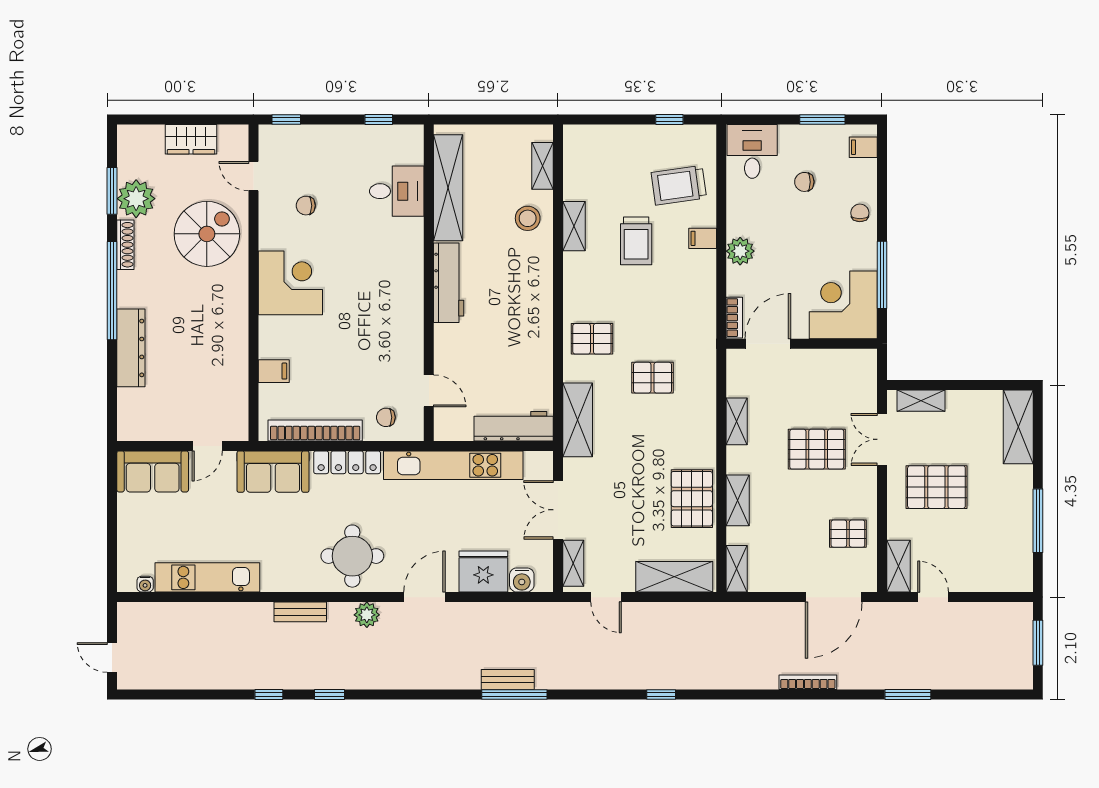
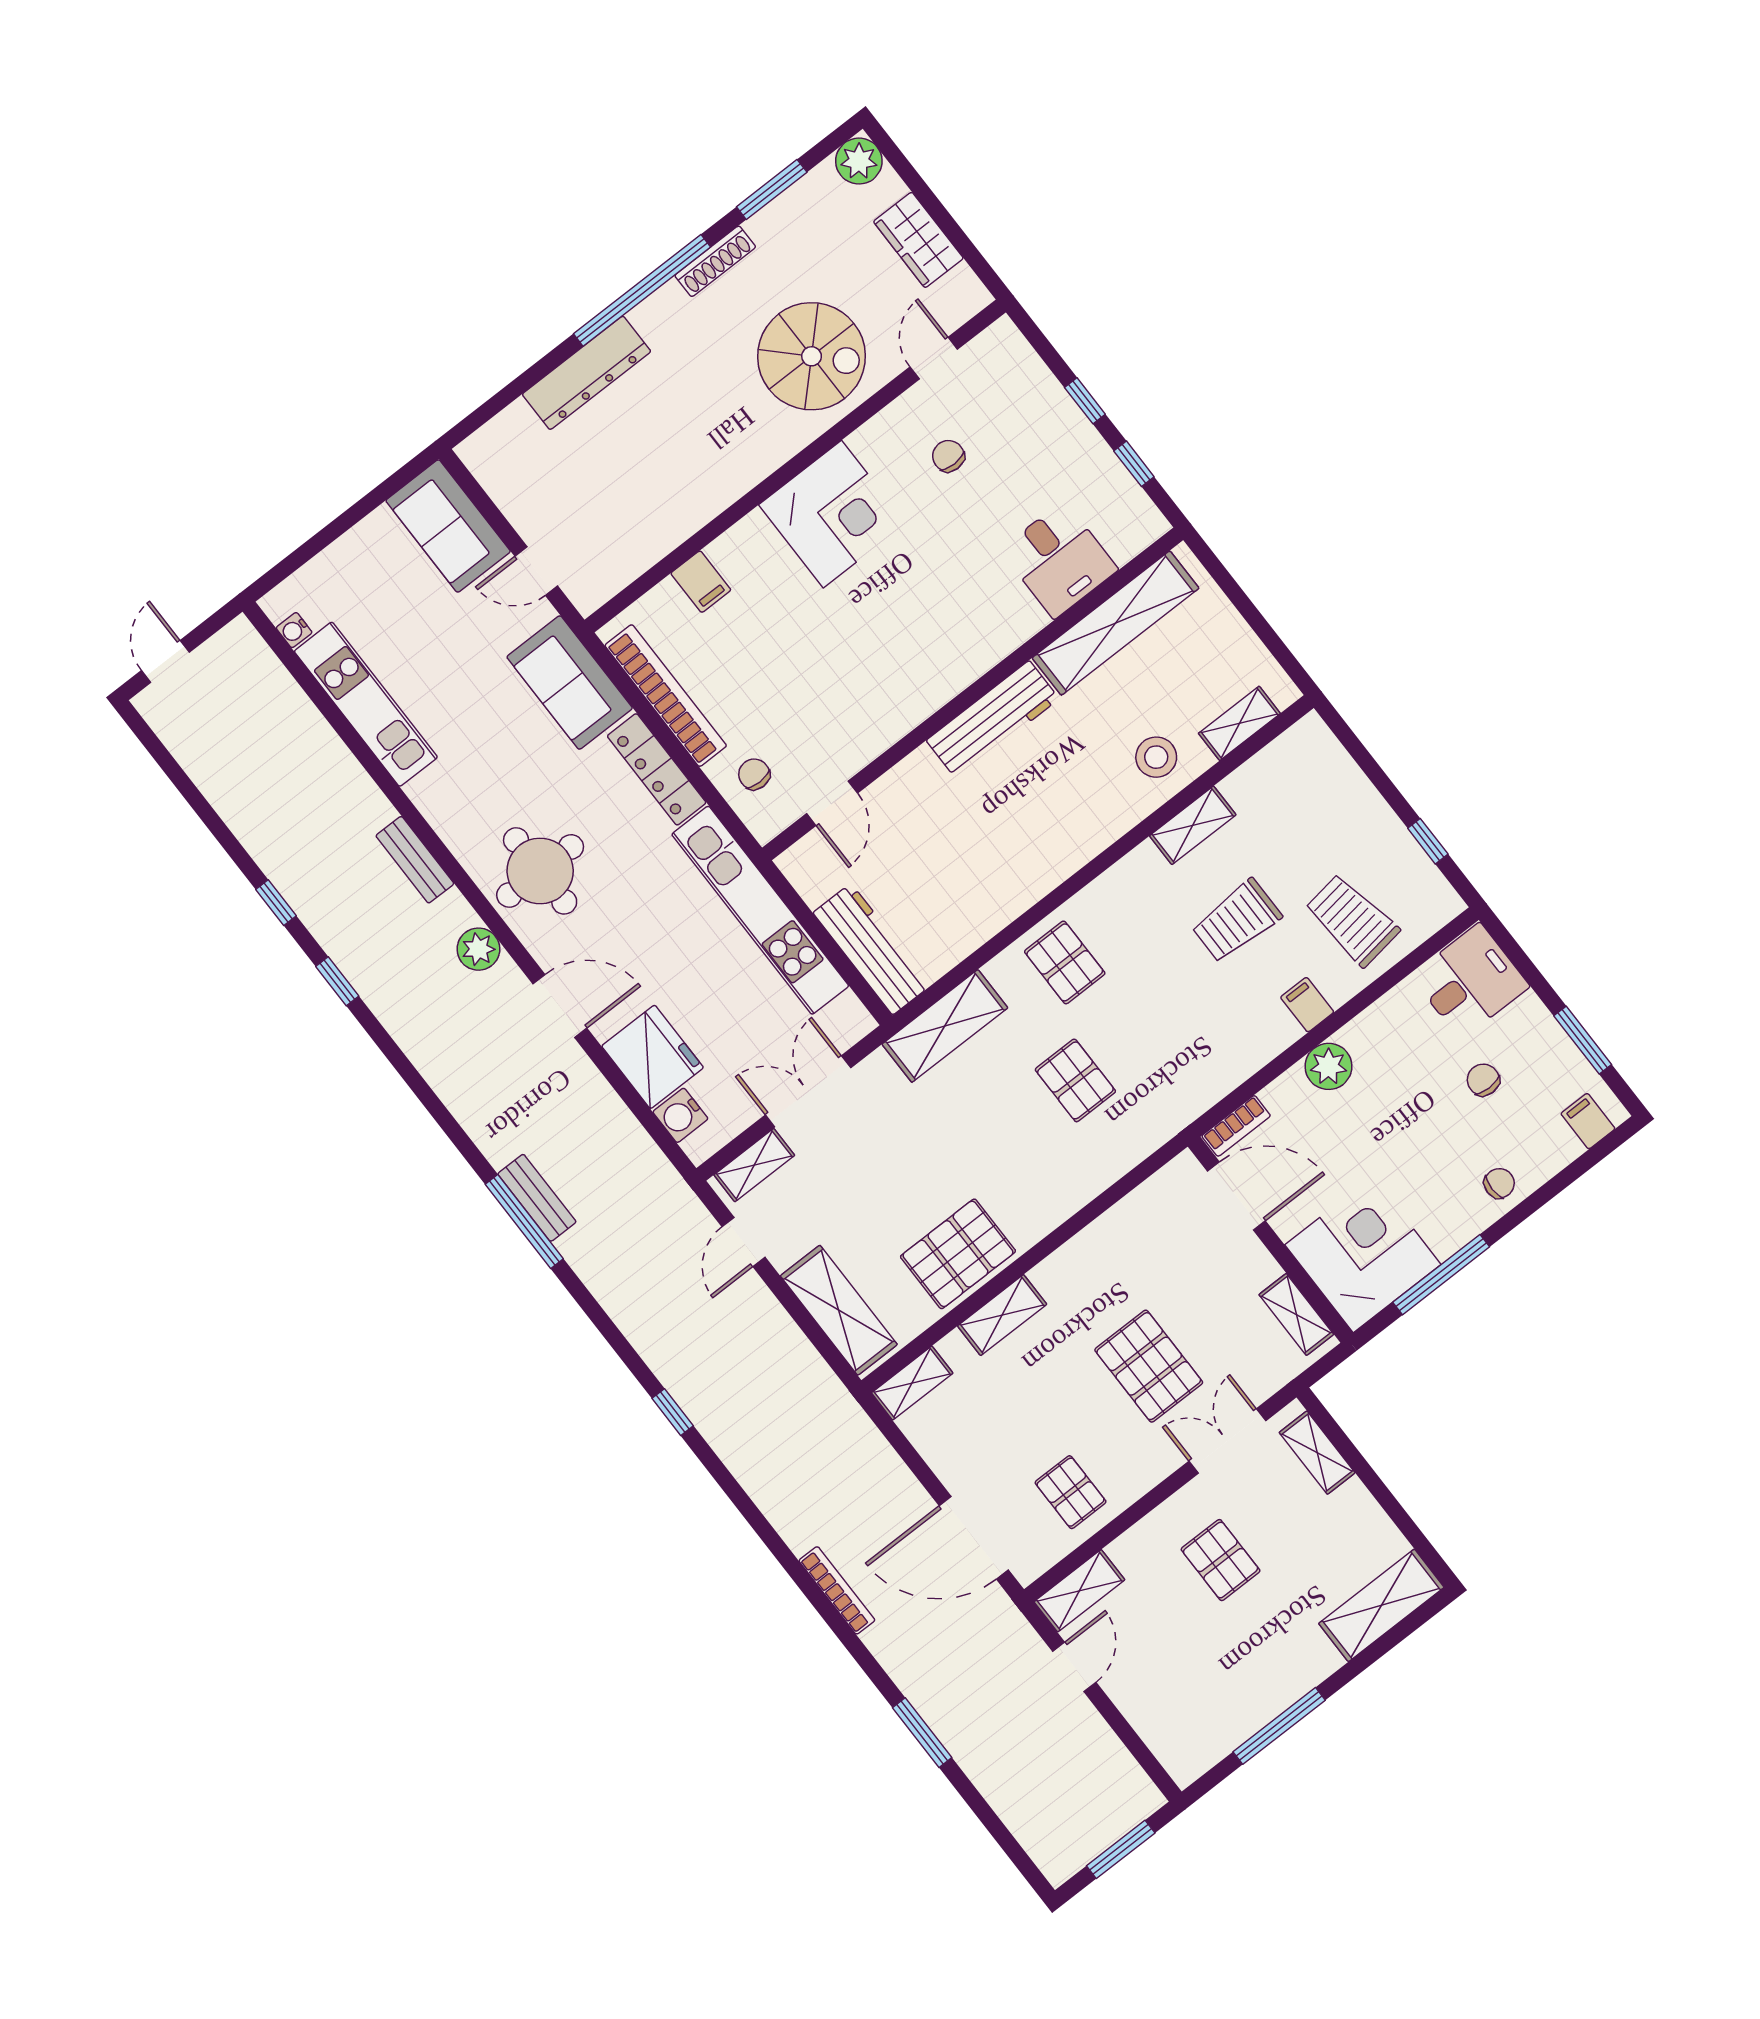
window: (286, 120) -> (1085, 401), moved
plant: (136, 199) -> (859, 161), moved, width x0.73, depth x0.73
shelving: (737, 421) -> (1296, 1314), moved, turned 90
pallet: (936, 487) -> (1221, 1560), width x0.67, depth x0.71

